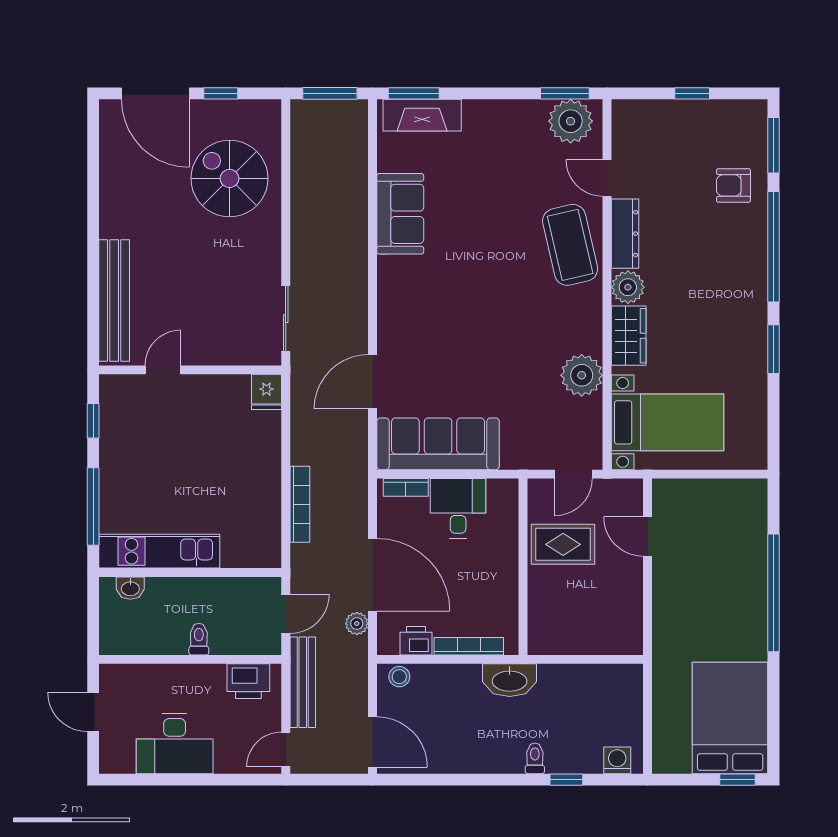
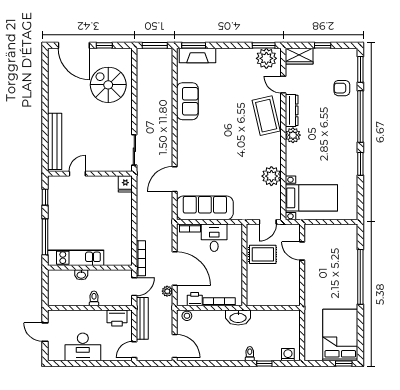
wardrobe: (629, 336) -> (299, 56), moved, turned 90
bookcase: (300, 504) -> (141, 258), moved
washbasin: (130, 588) -> (81, 275), moved

